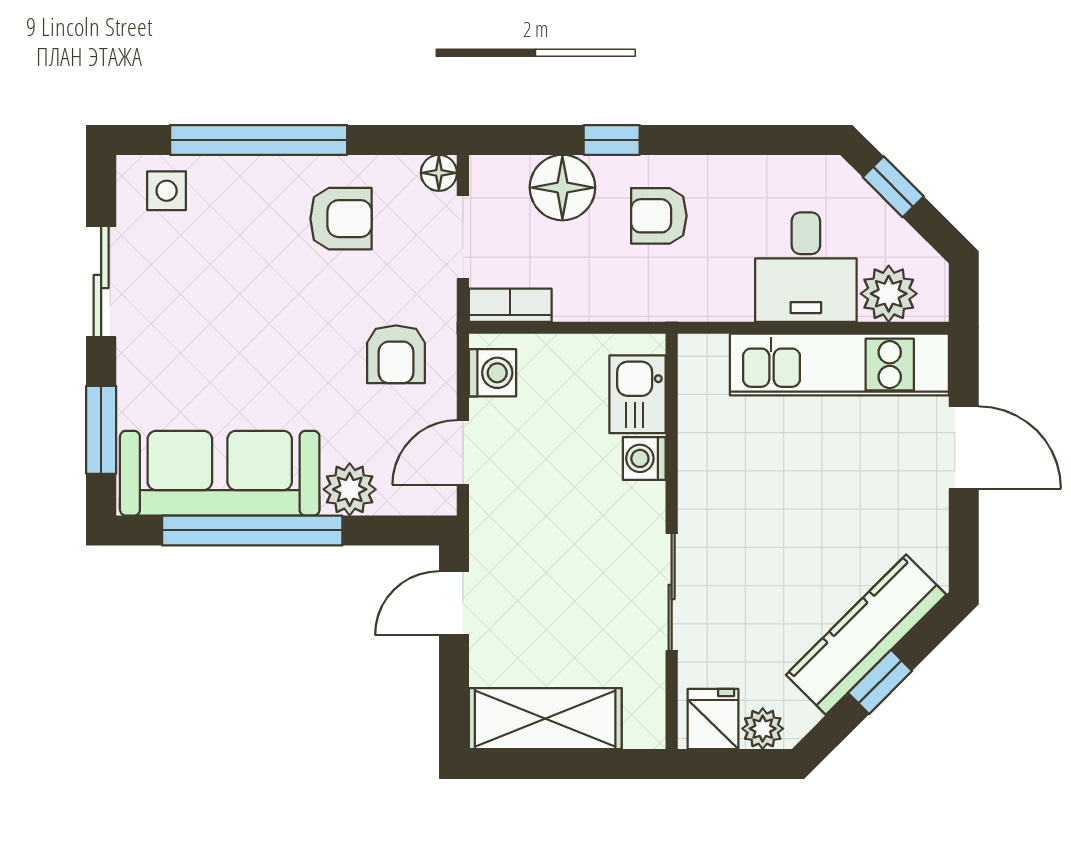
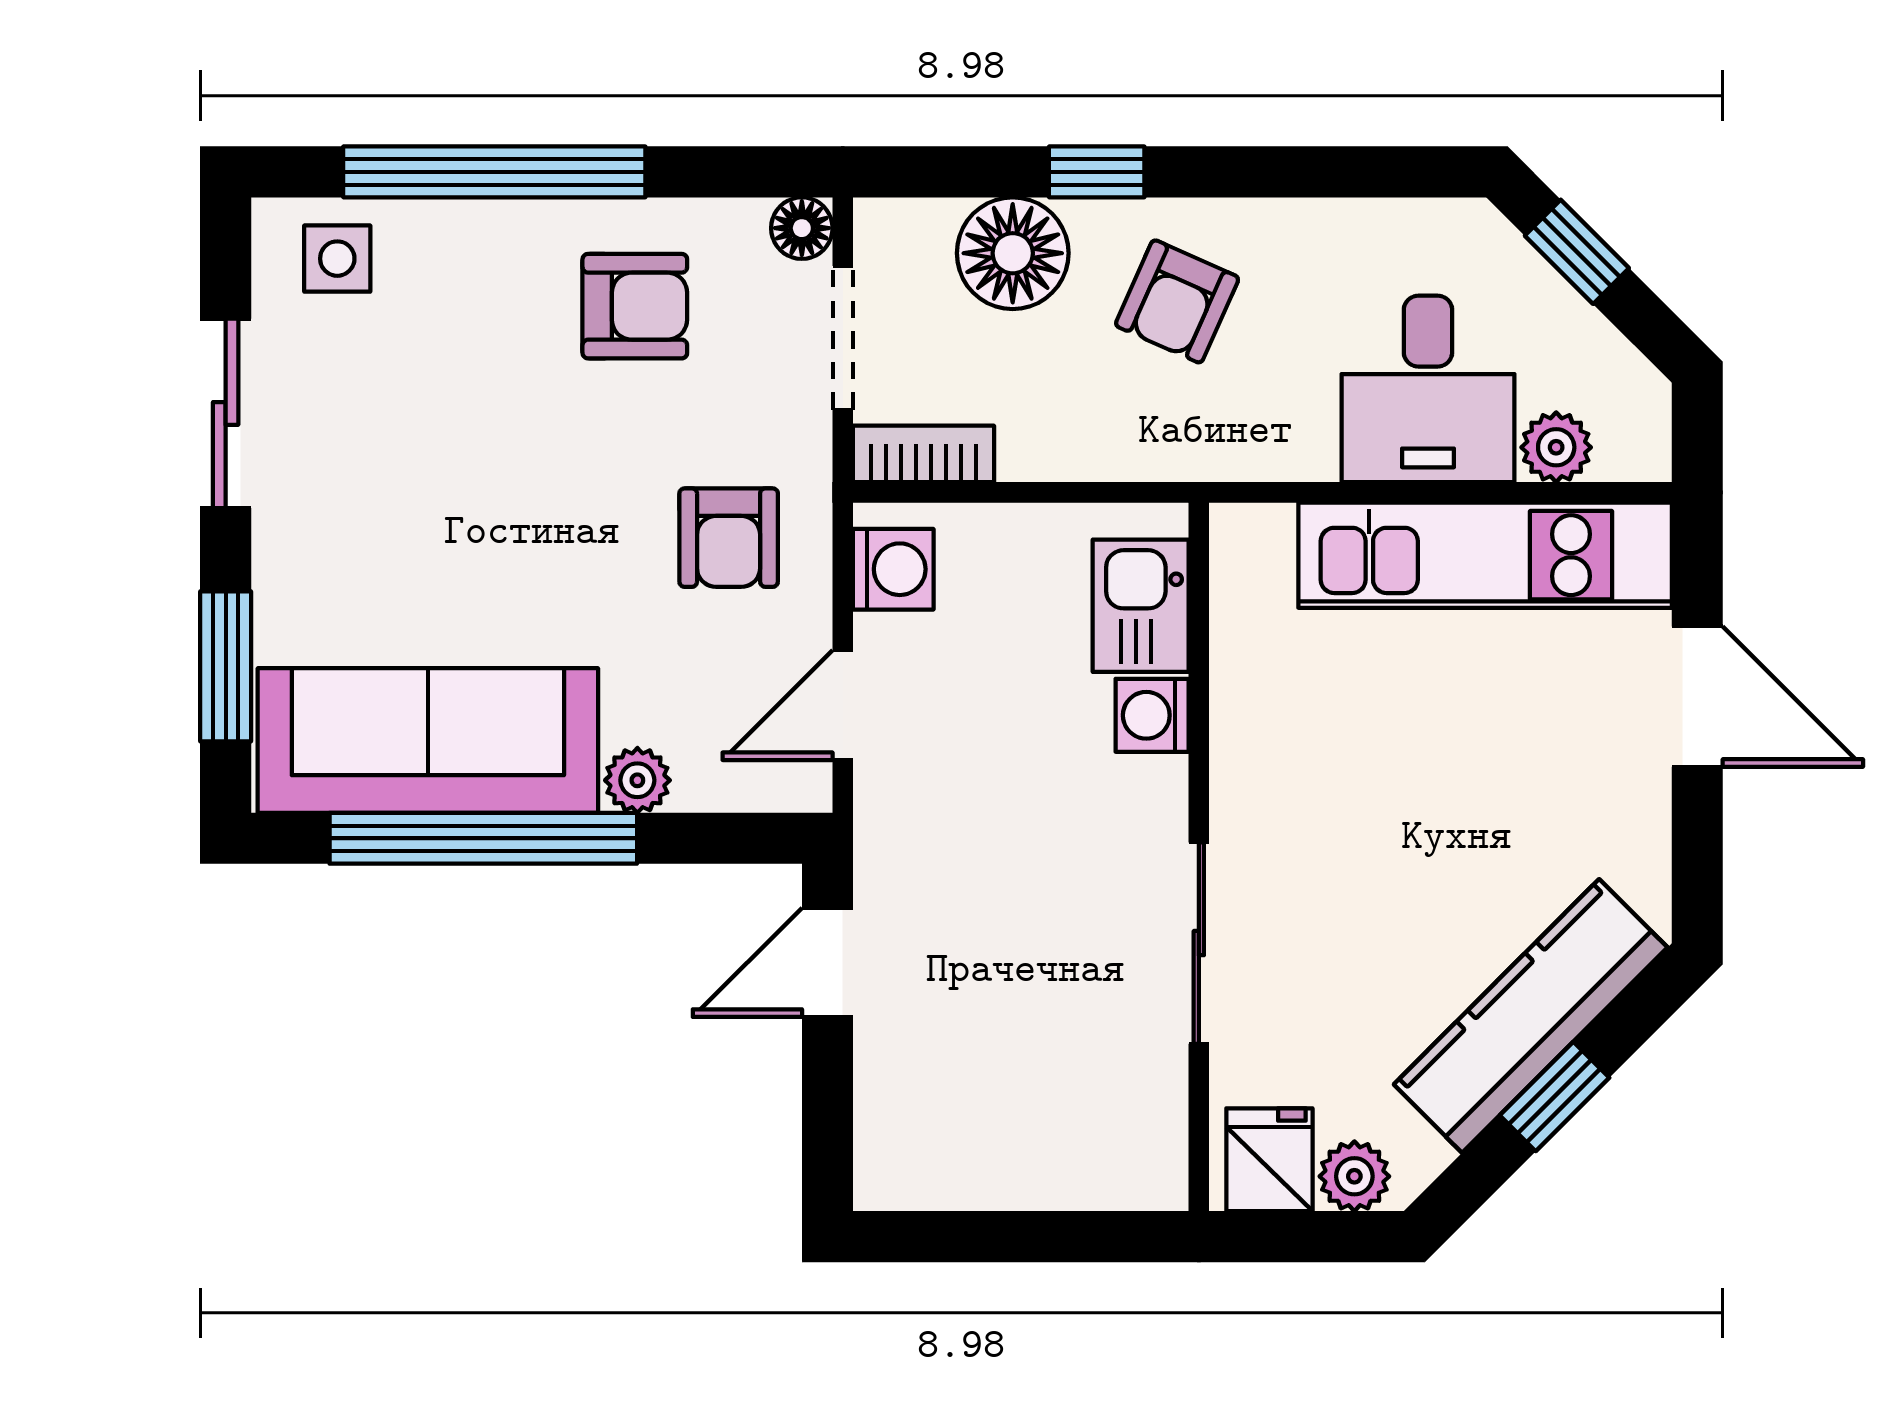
armchair: (659, 216) -> (1177, 301), turned -66
plant: (889, 294) -> (1556, 447), width x0.73, depth x0.73
plant: (350, 489) -> (637, 780), width x0.73, depth x0.73
shelving: (545, 719) -> (983, 1159), removed

